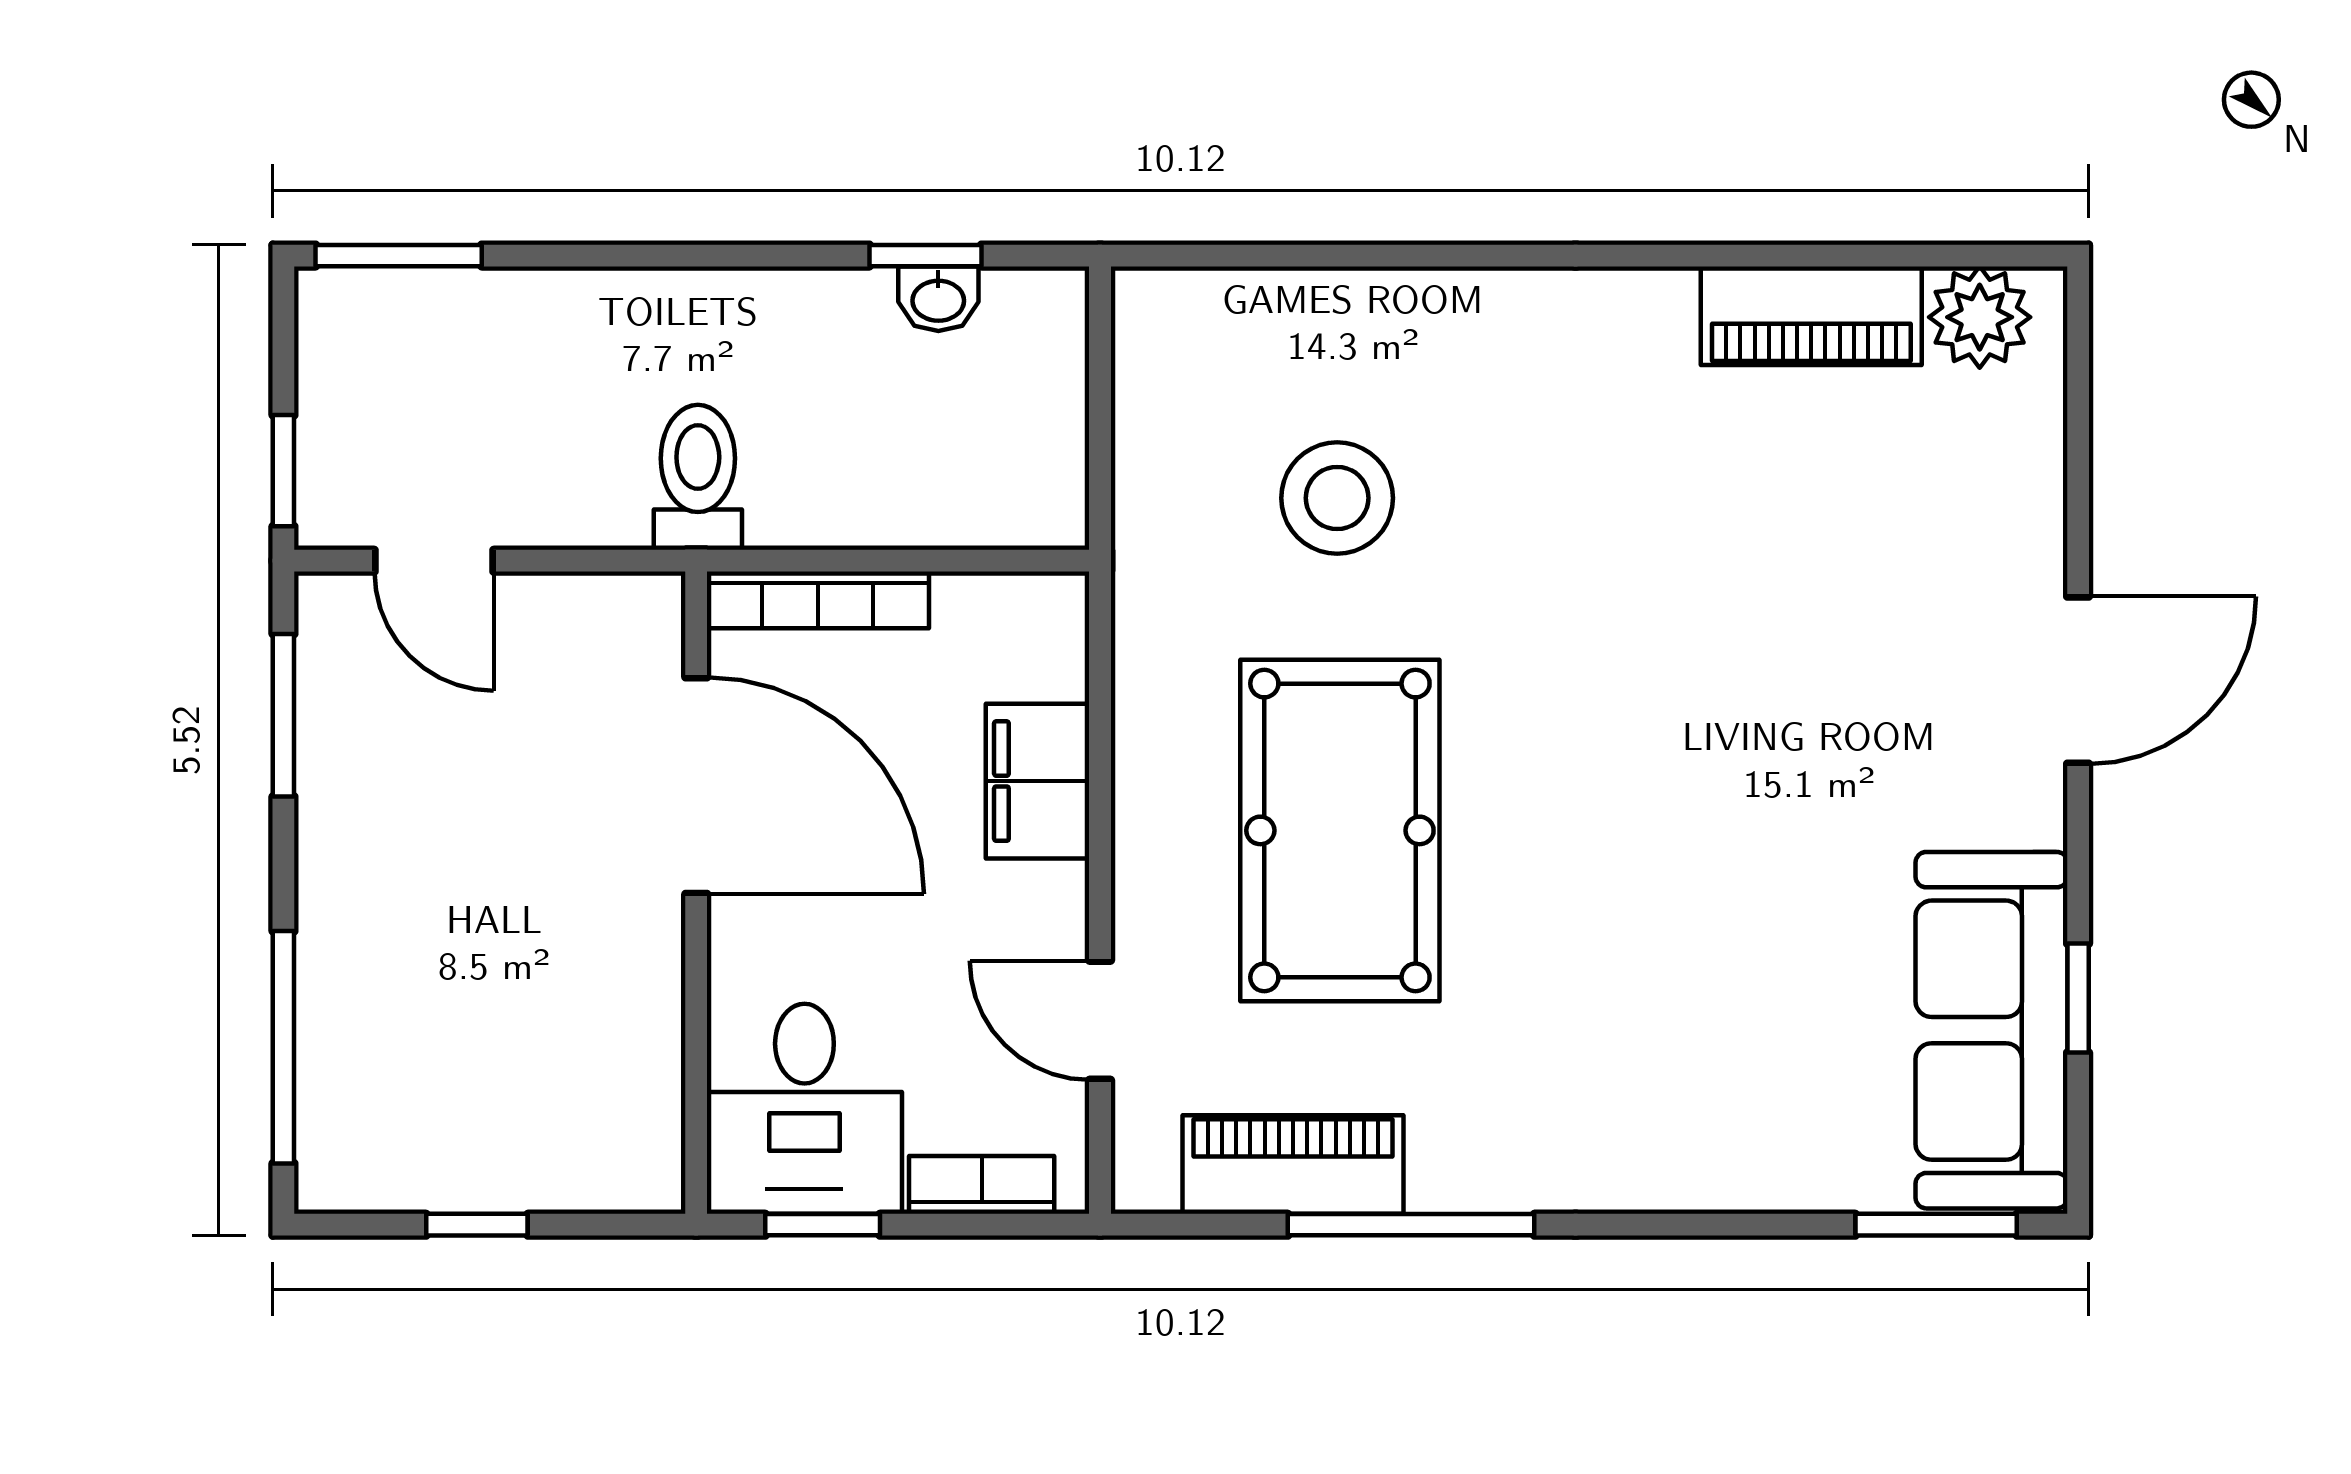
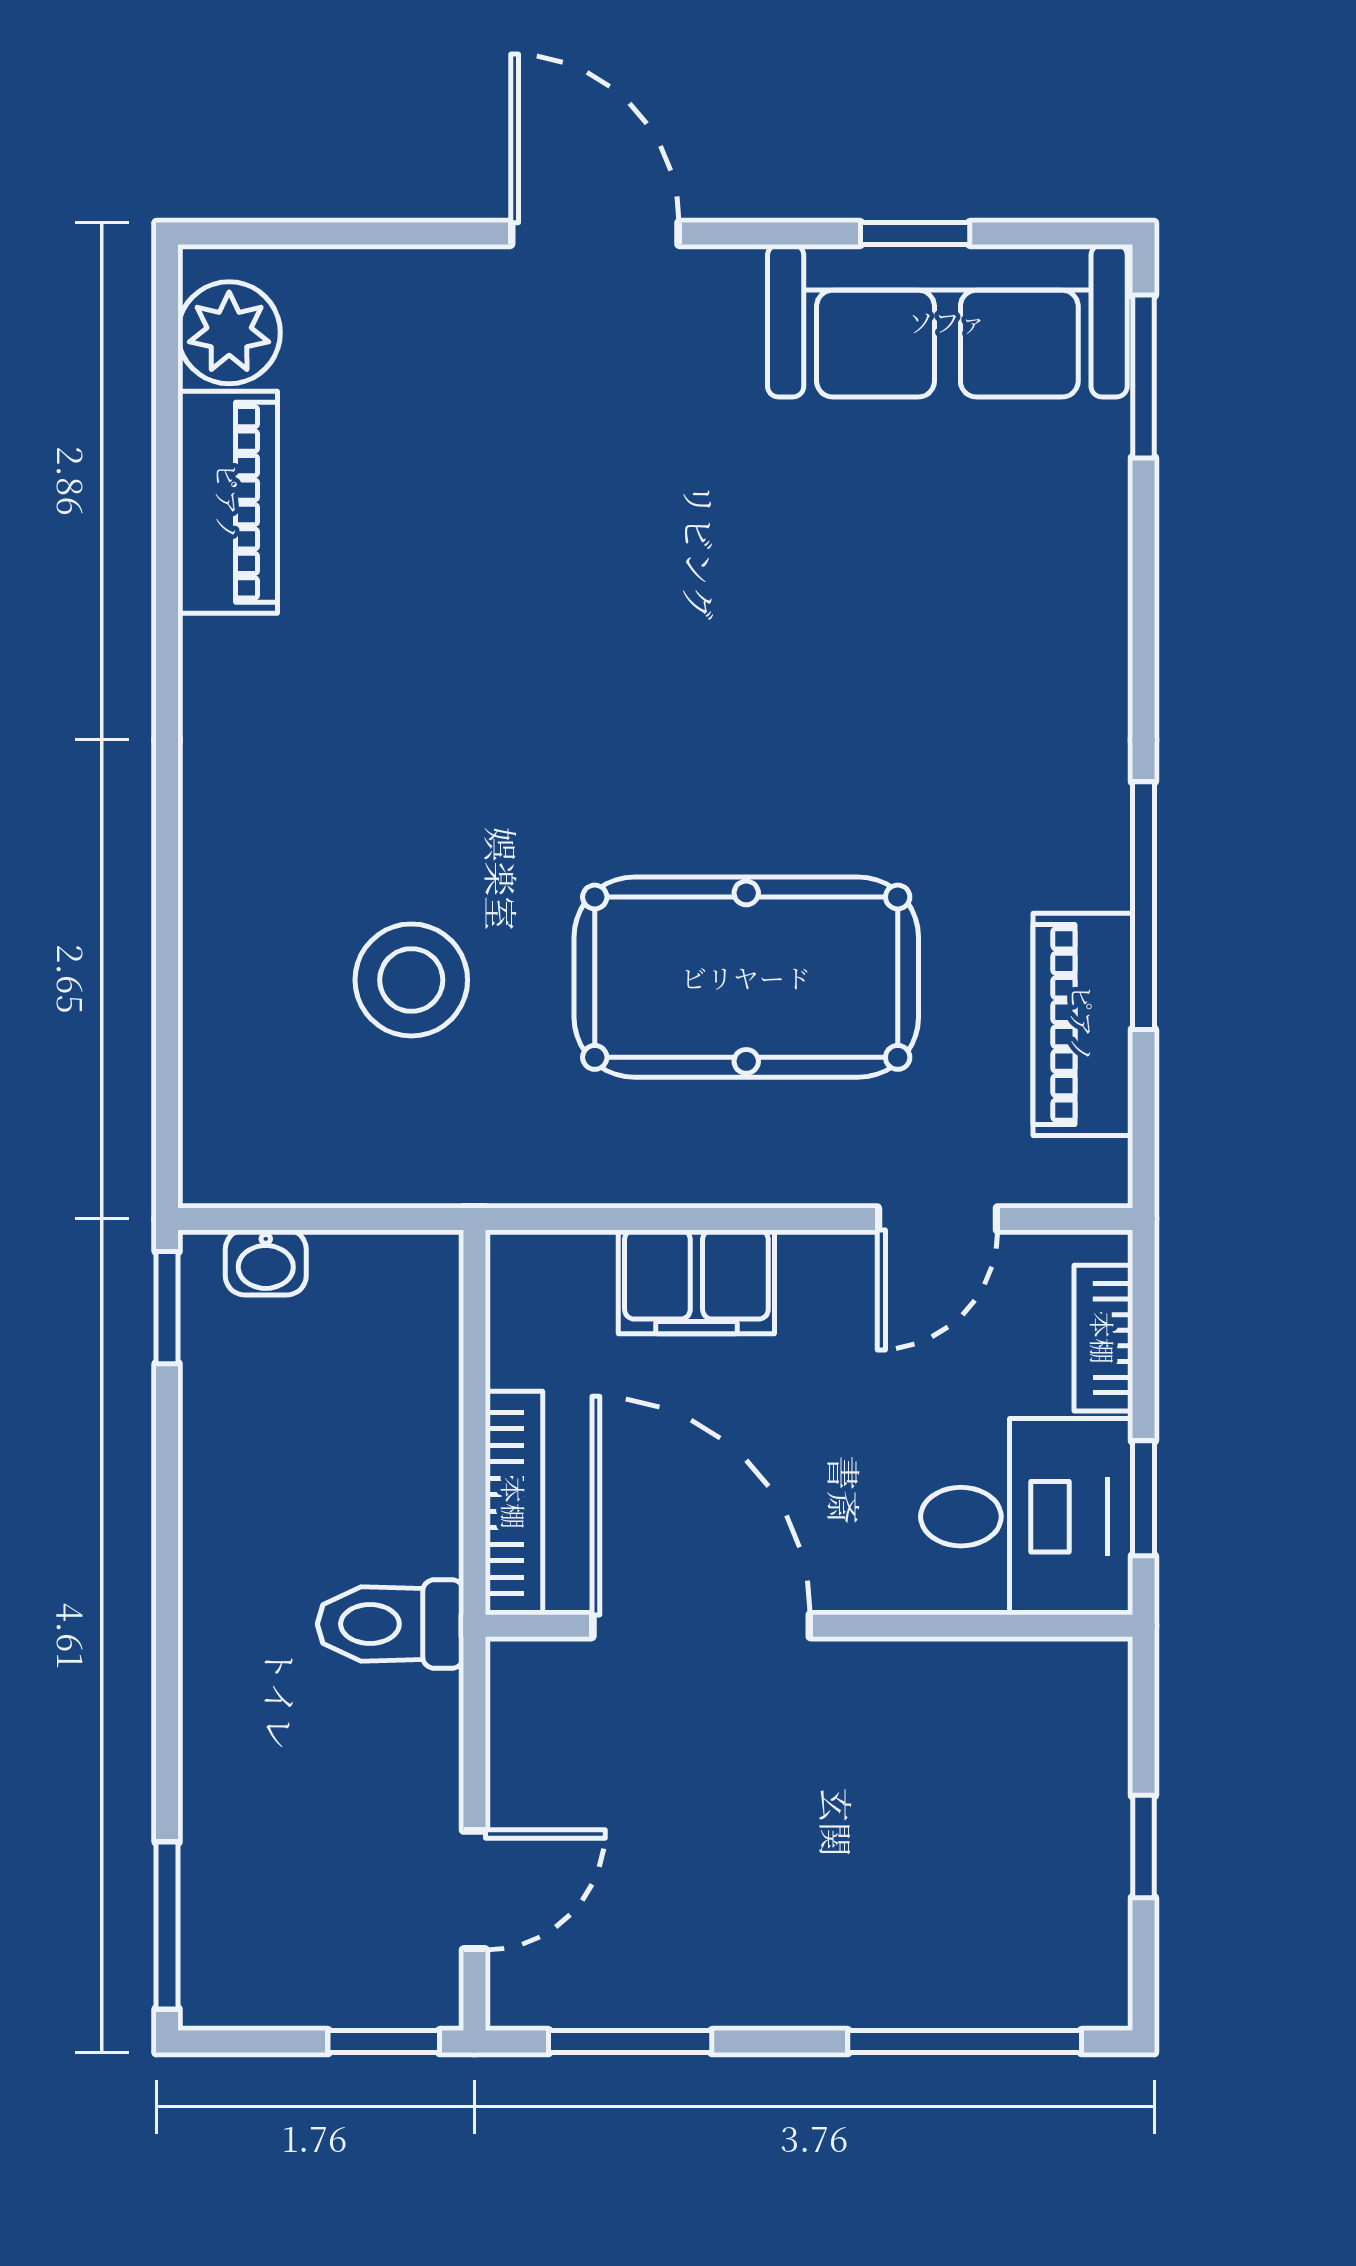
window: (925, 256) -> (167, 1308), moved
washbasin: (938, 299) -> (266, 1262), moved, turned 90
door: (696, 786) -> (701, 1626), hinge flipped

